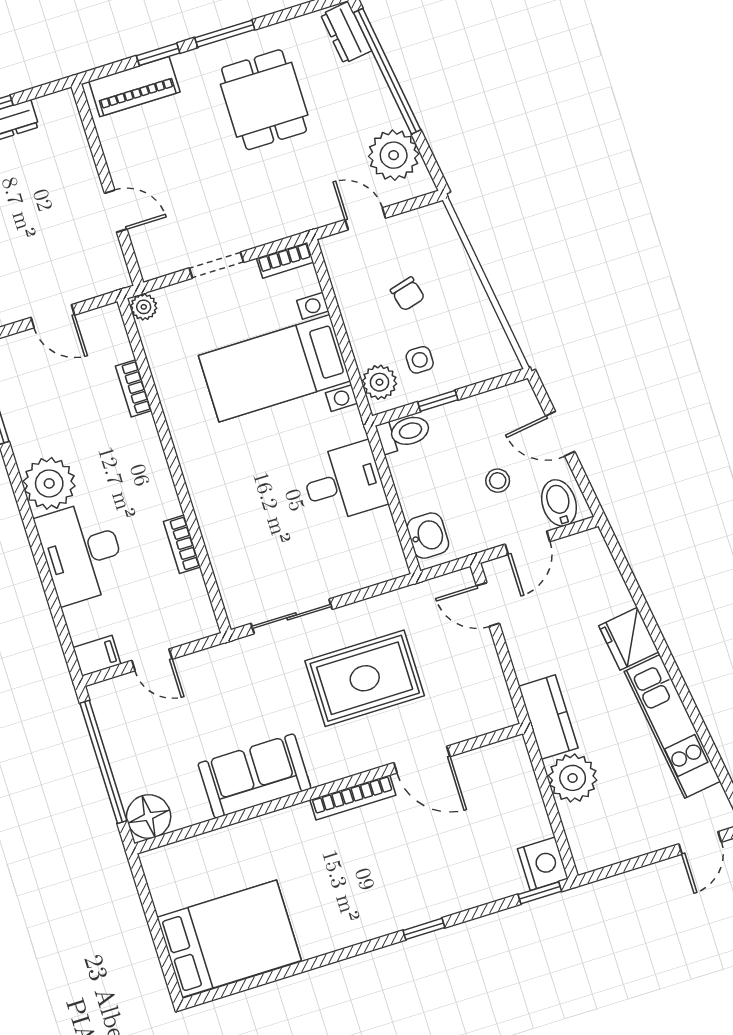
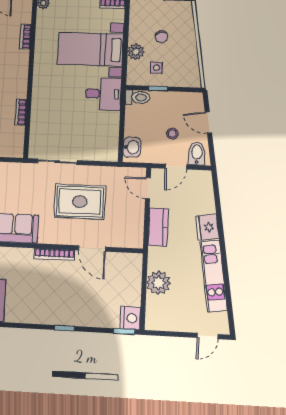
plant: (379, 382) -> (136, 52), moved
desk: (344, 482) -> (103, 94), moved
kitchen counter: (548, 717) -> (158, 227), moved

